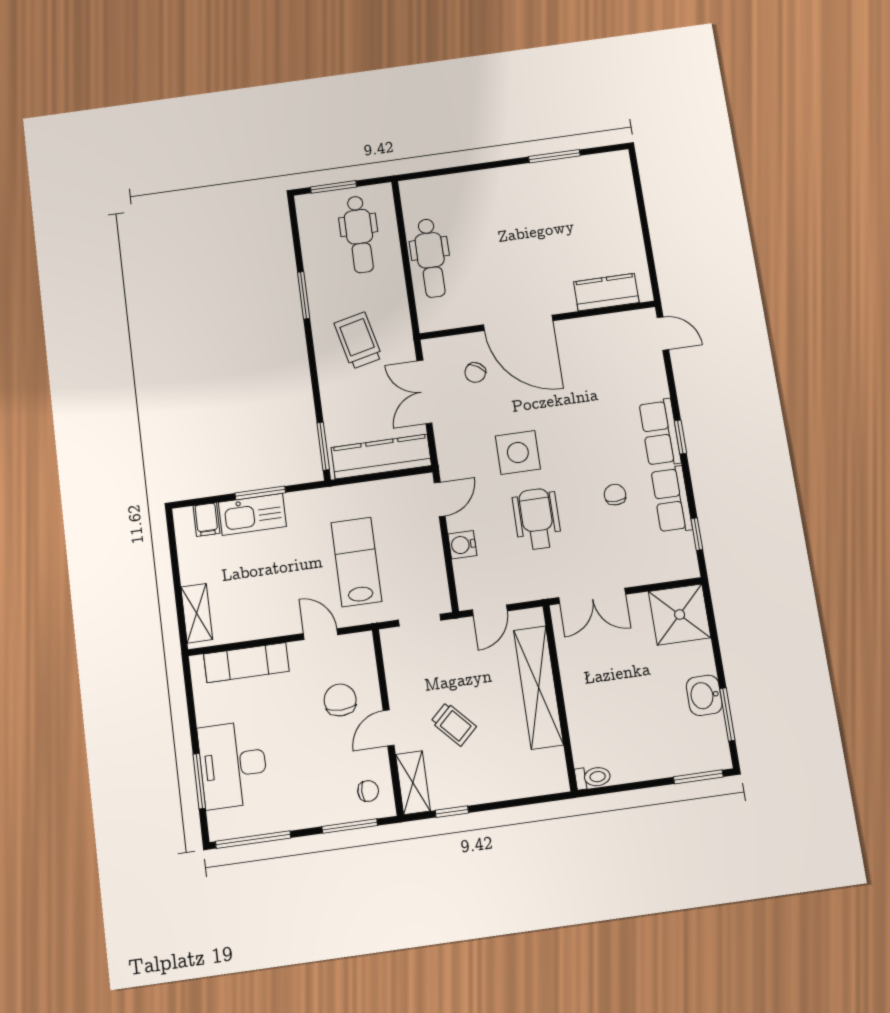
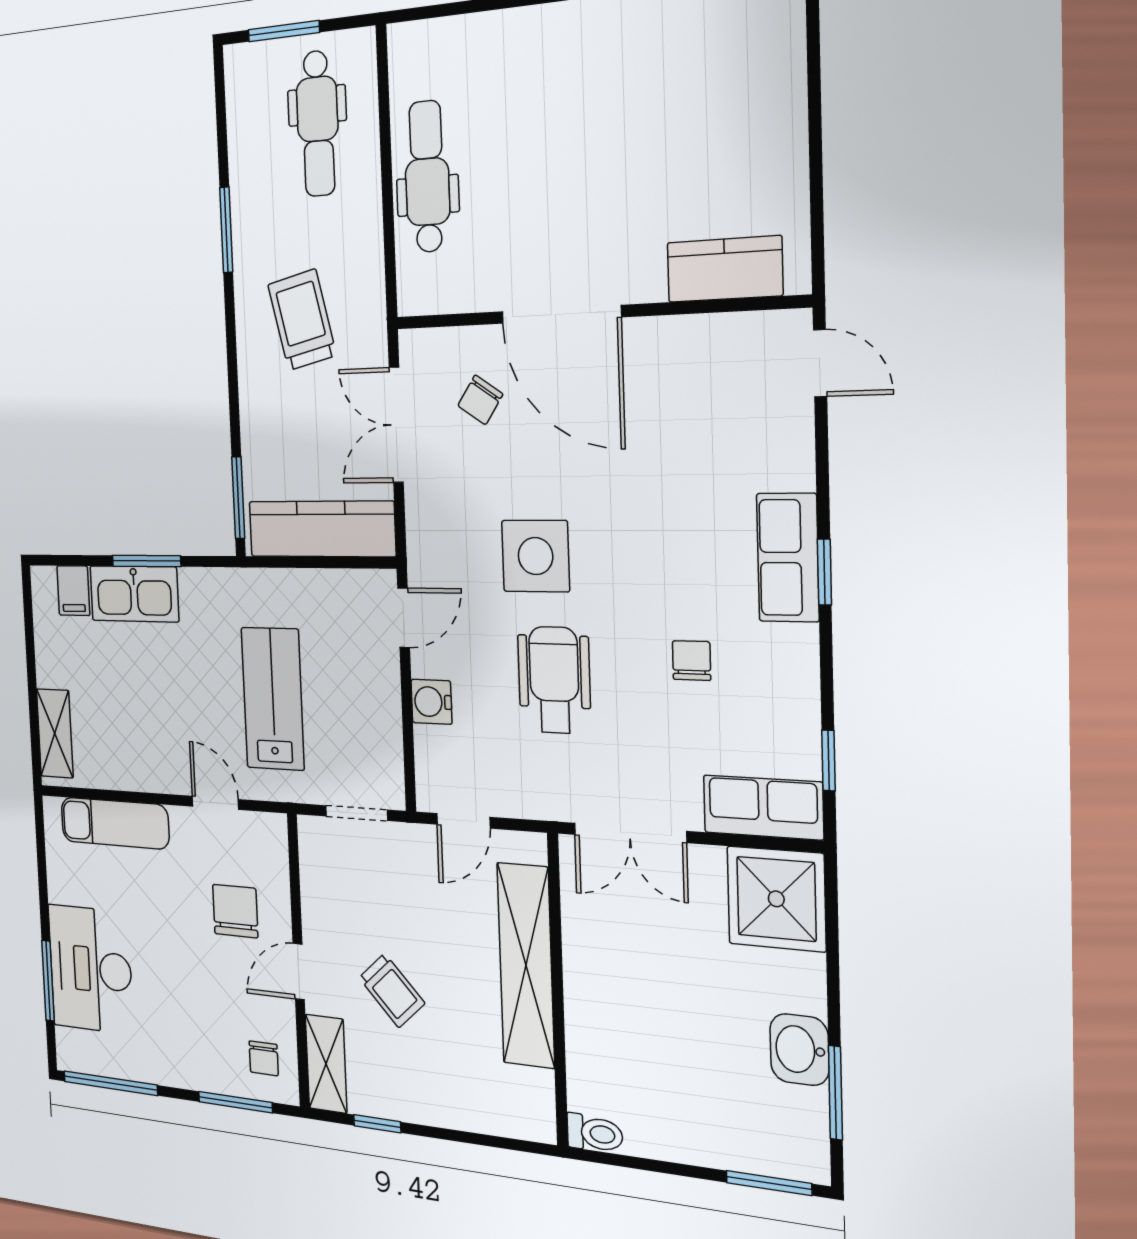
dental chair: (431, 258) -> (427, 177), turned 180
row of seats: (672, 500) -> (763, 807), moved, turned 90
chair: (368, 791) -> (264, 1058), turned 90

